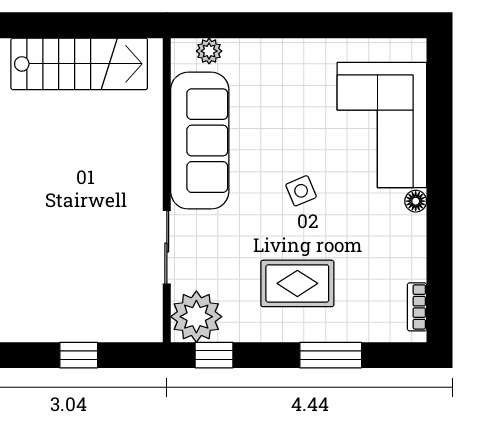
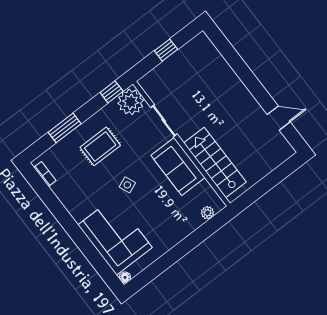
stairs: (79, 64) -> (215, 162), moved, turned 90
sofa: (200, 141) -> (178, 166), width x0.73
floor lamp: (416, 201) -> (125, 277), moved

